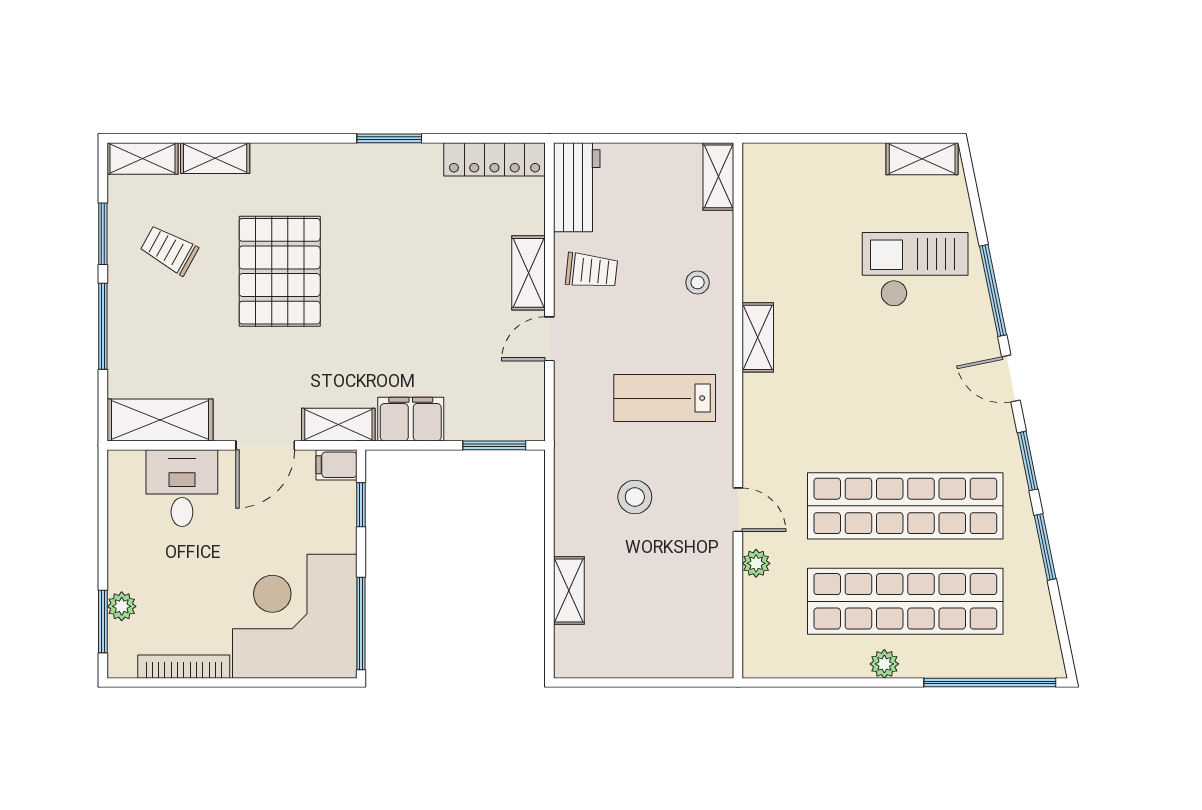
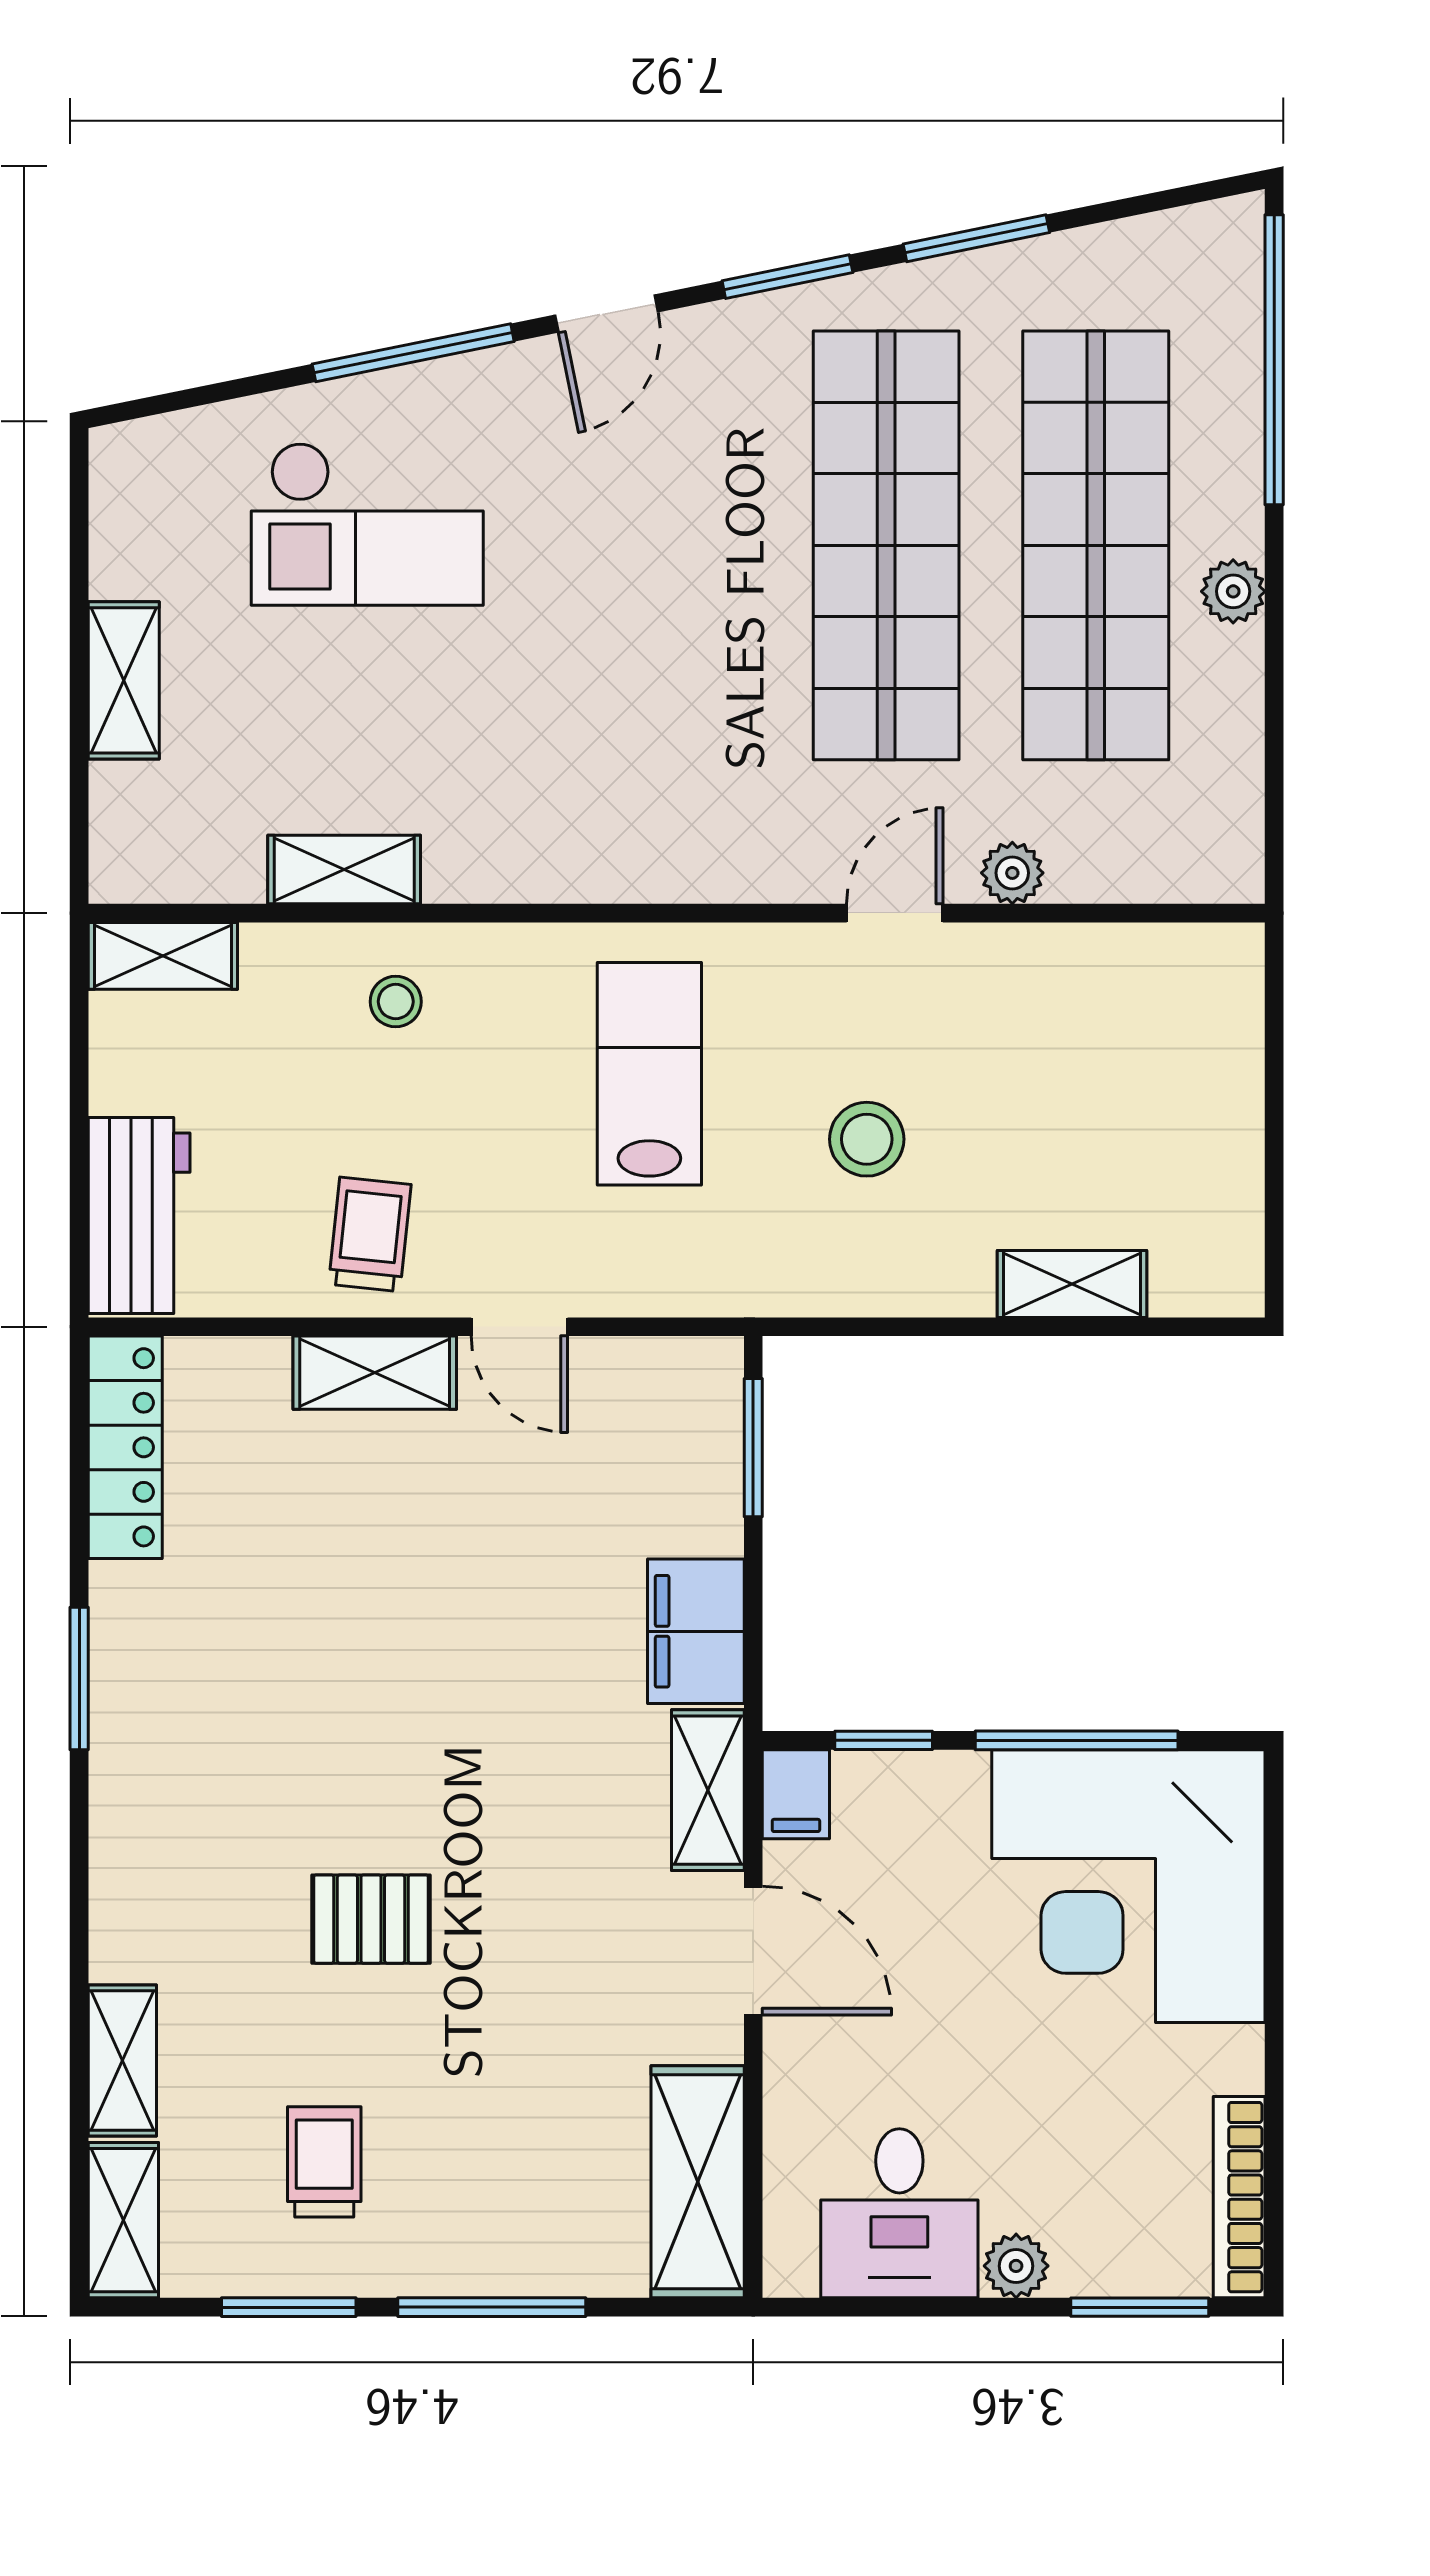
shelving: (922, 159) -> (124, 680), moved
workbench: (577, 187) -> (139, 1215), moved, turned 90
trolley: (169, 250) -> (324, 2162), turned 151
checkout: (915, 270) -> (367, 524), turned -90
pallet: (280, 271) -> (371, 1919), width x0.49, depth x0.50
shelving: (758, 337) -> (344, 870), moved
lab bench: (665, 398) -> (649, 1074), turned 180
desk: (182, 488) -> (899, 2213), moved, turned -90
plant: (122, 606) -> (1016, 2266), moved
window: (361, 624) -> (1077, 1740), moved
bookcase: (184, 667) -> (1239, 2197), moved

